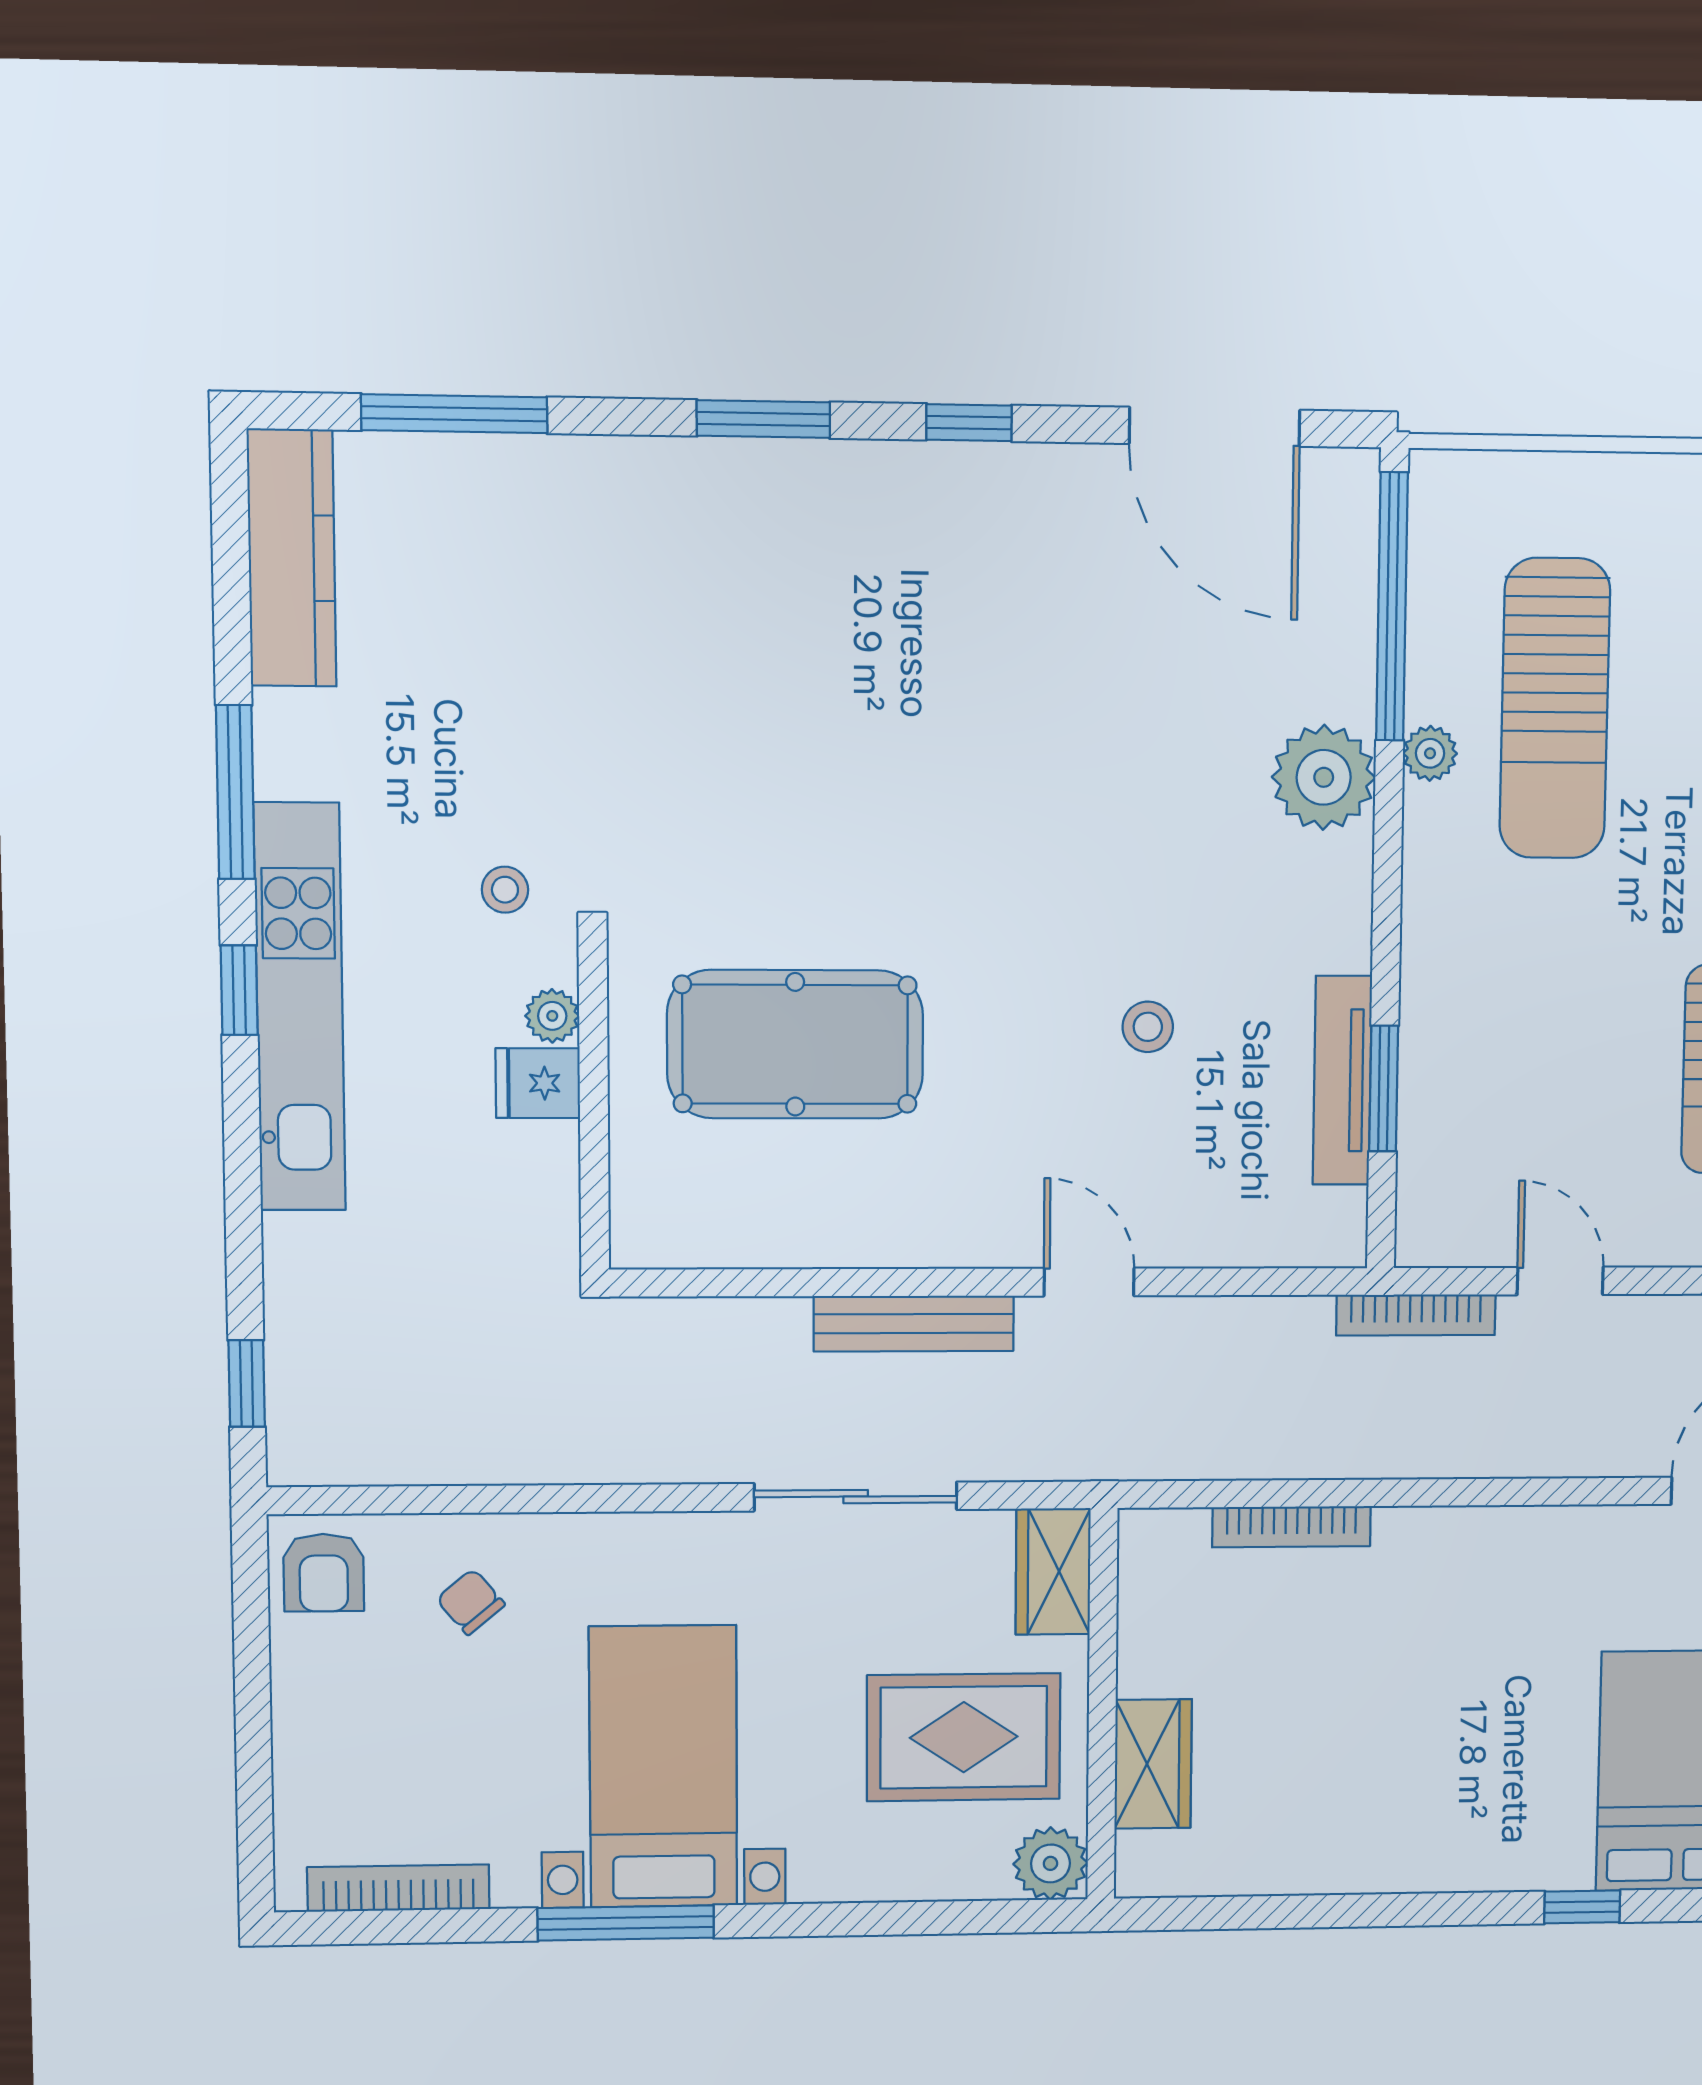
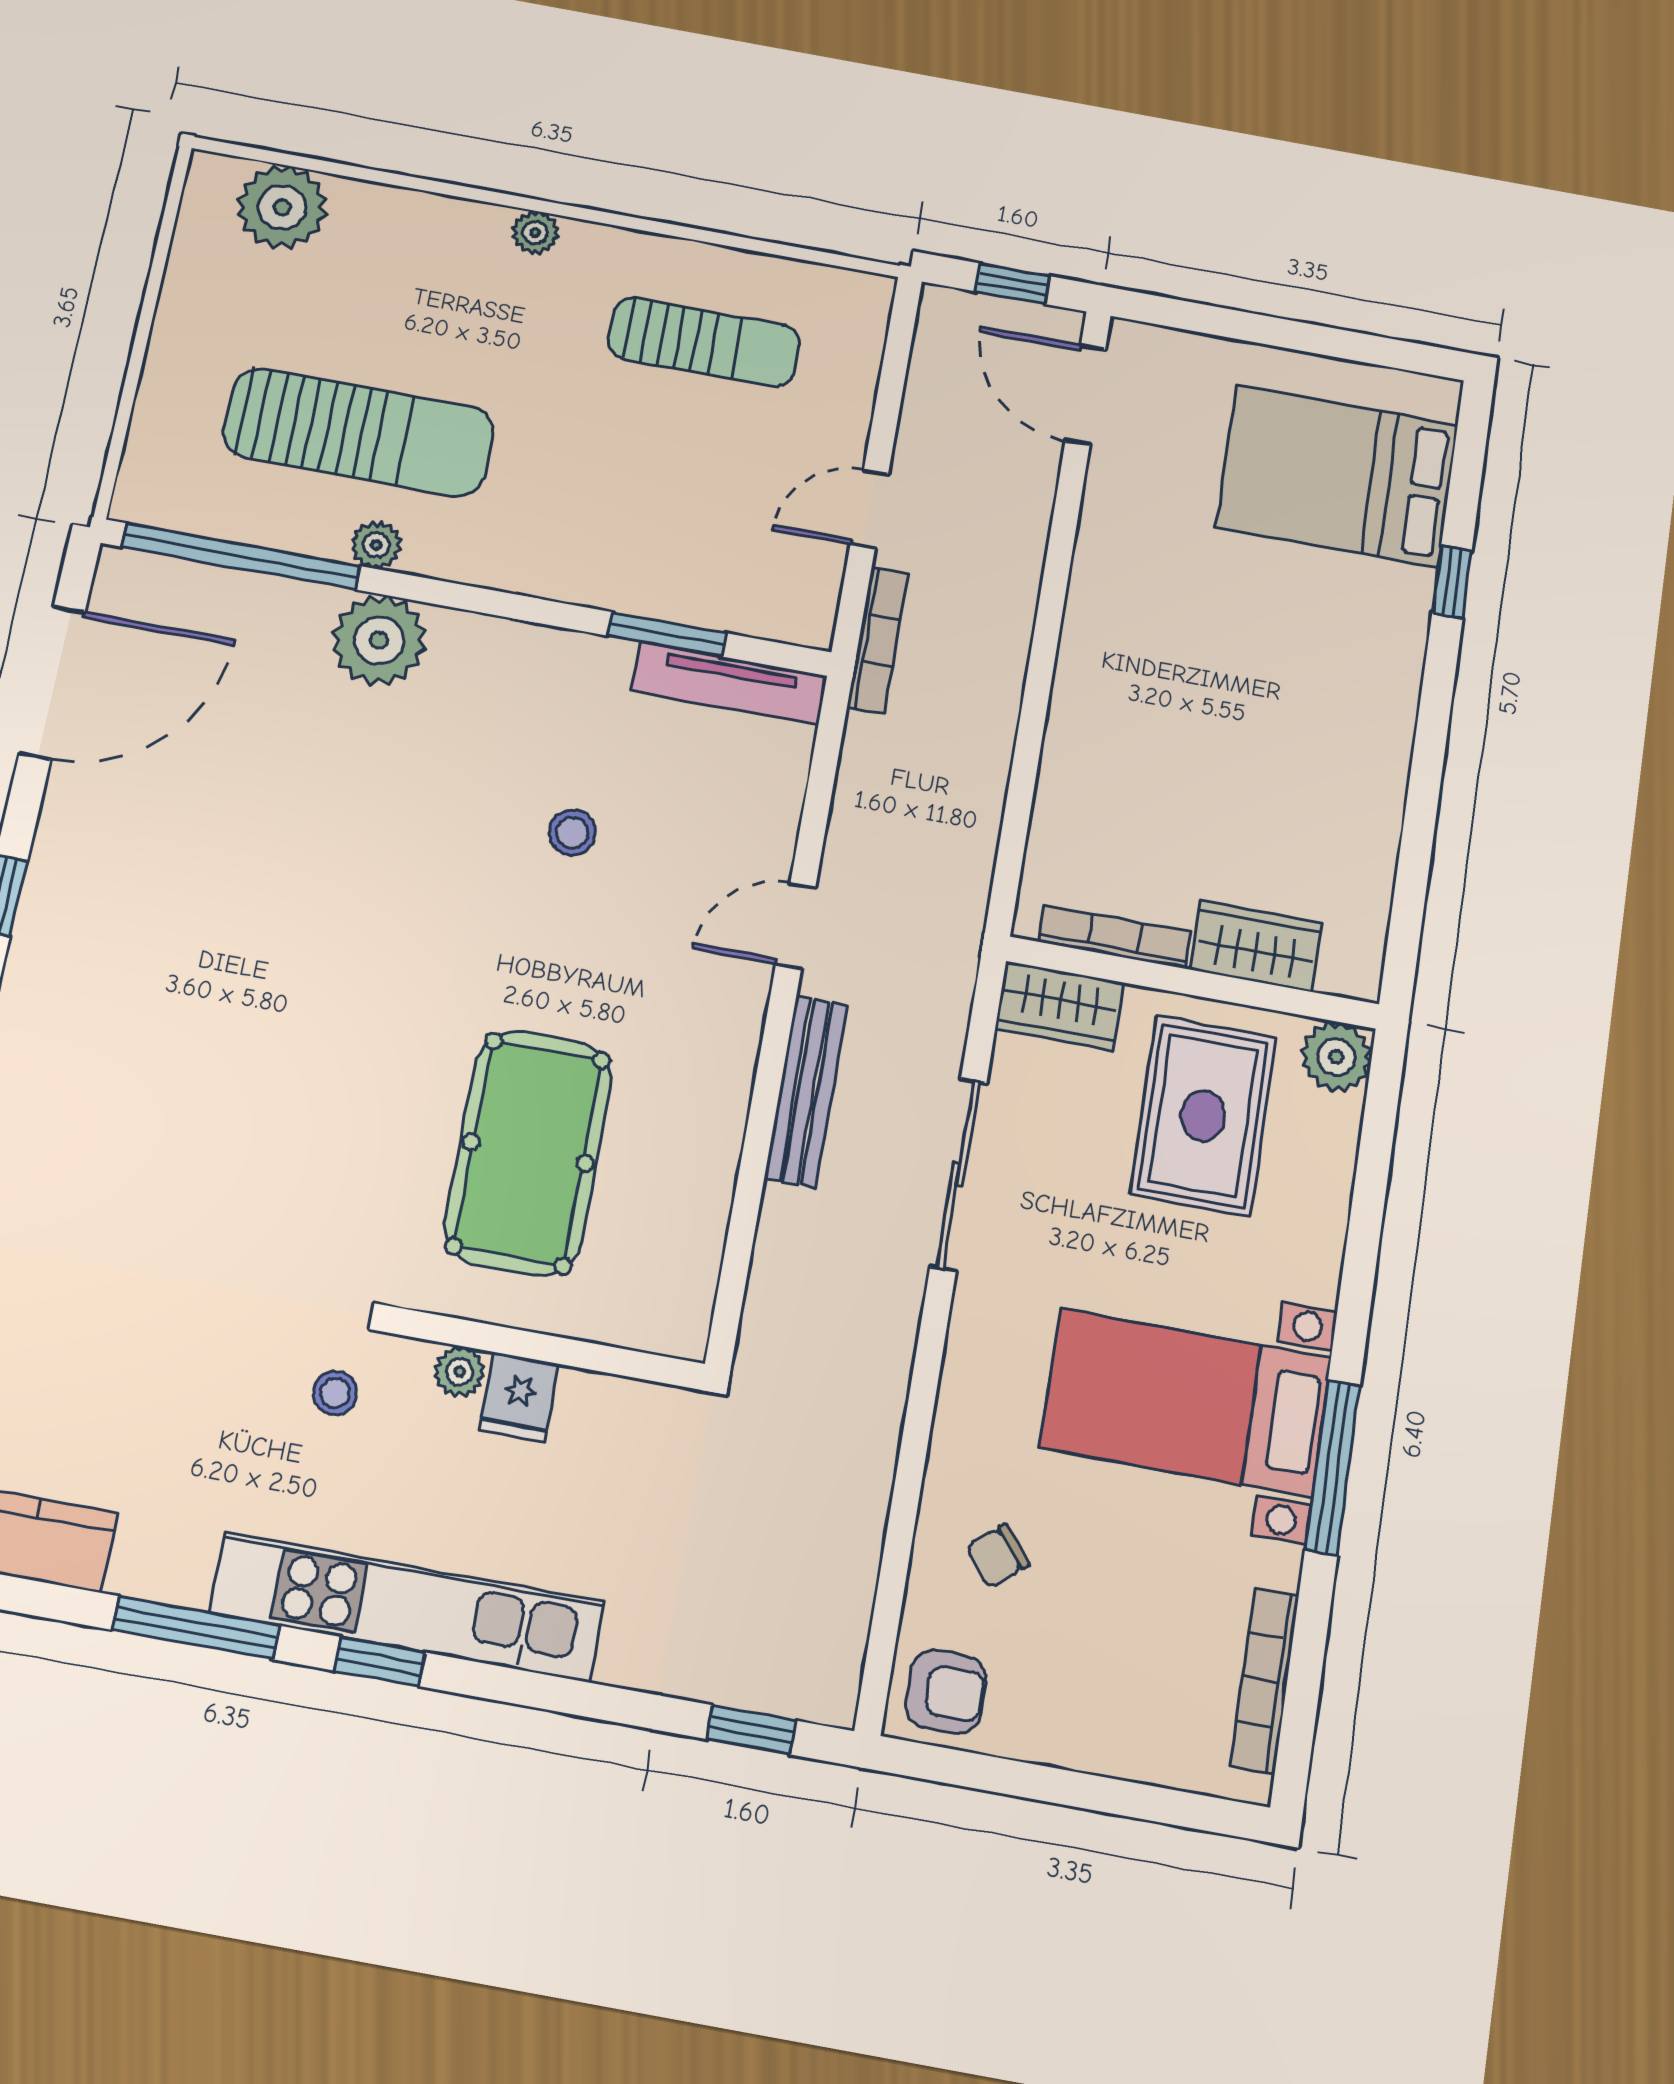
tv unit: (1342, 1080) -> (729, 683), moved
bookcase: (1291, 1527) -> (1115, 937), moved, turned -90

